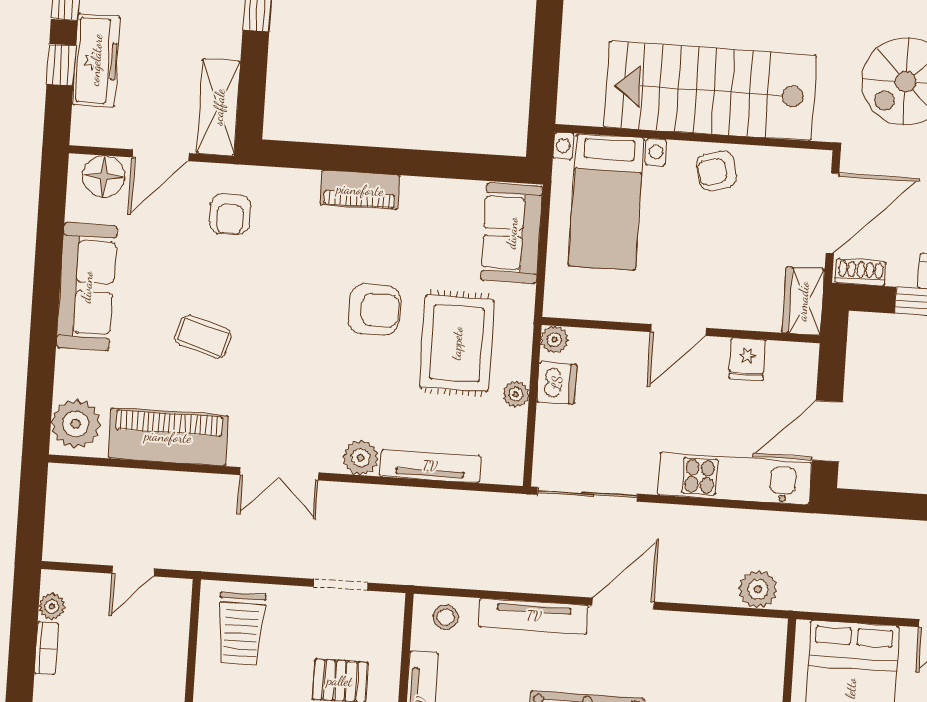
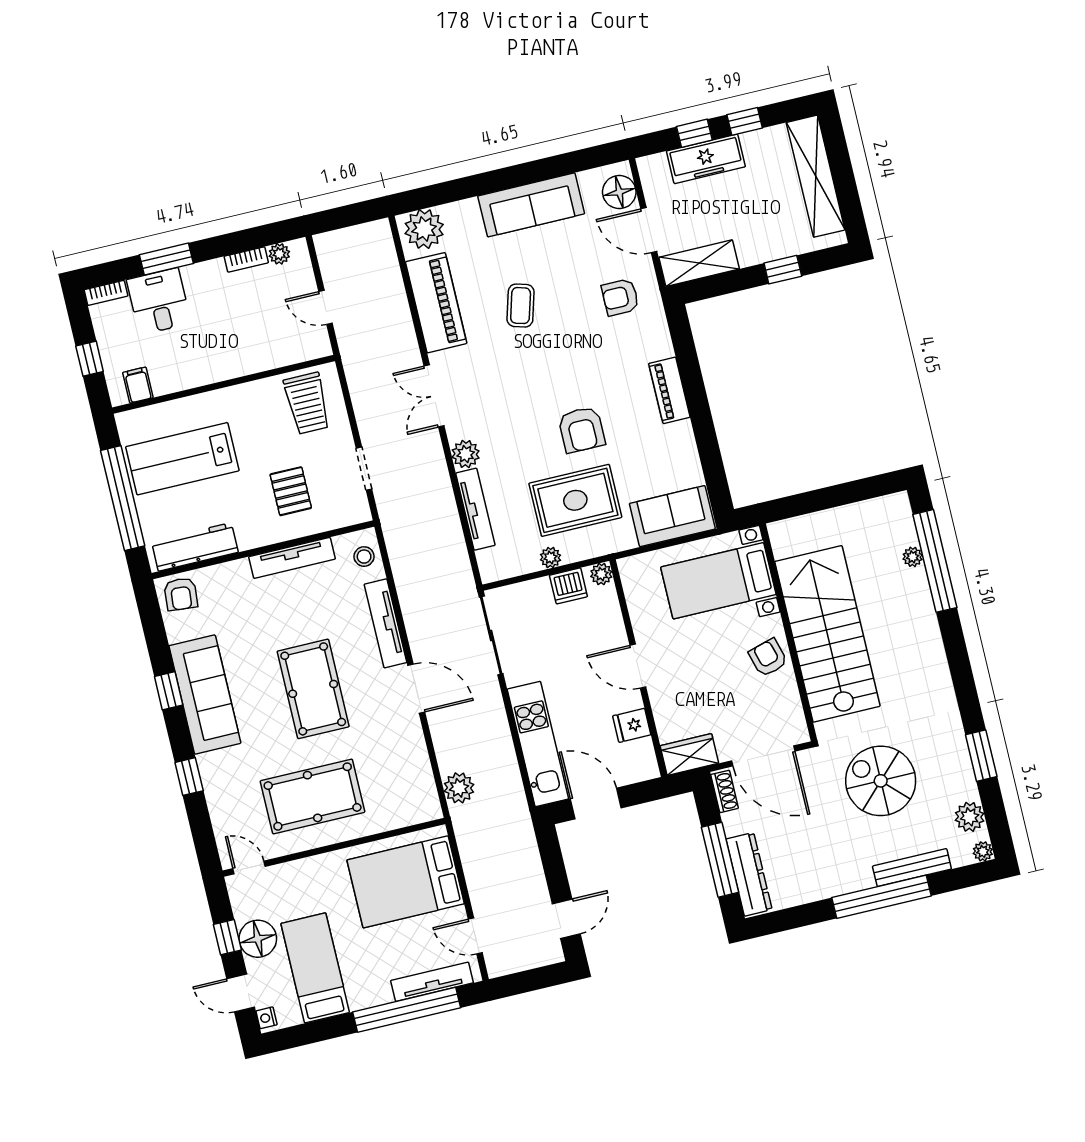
trolley: (241, 628) -> (307, 403), turned -90

